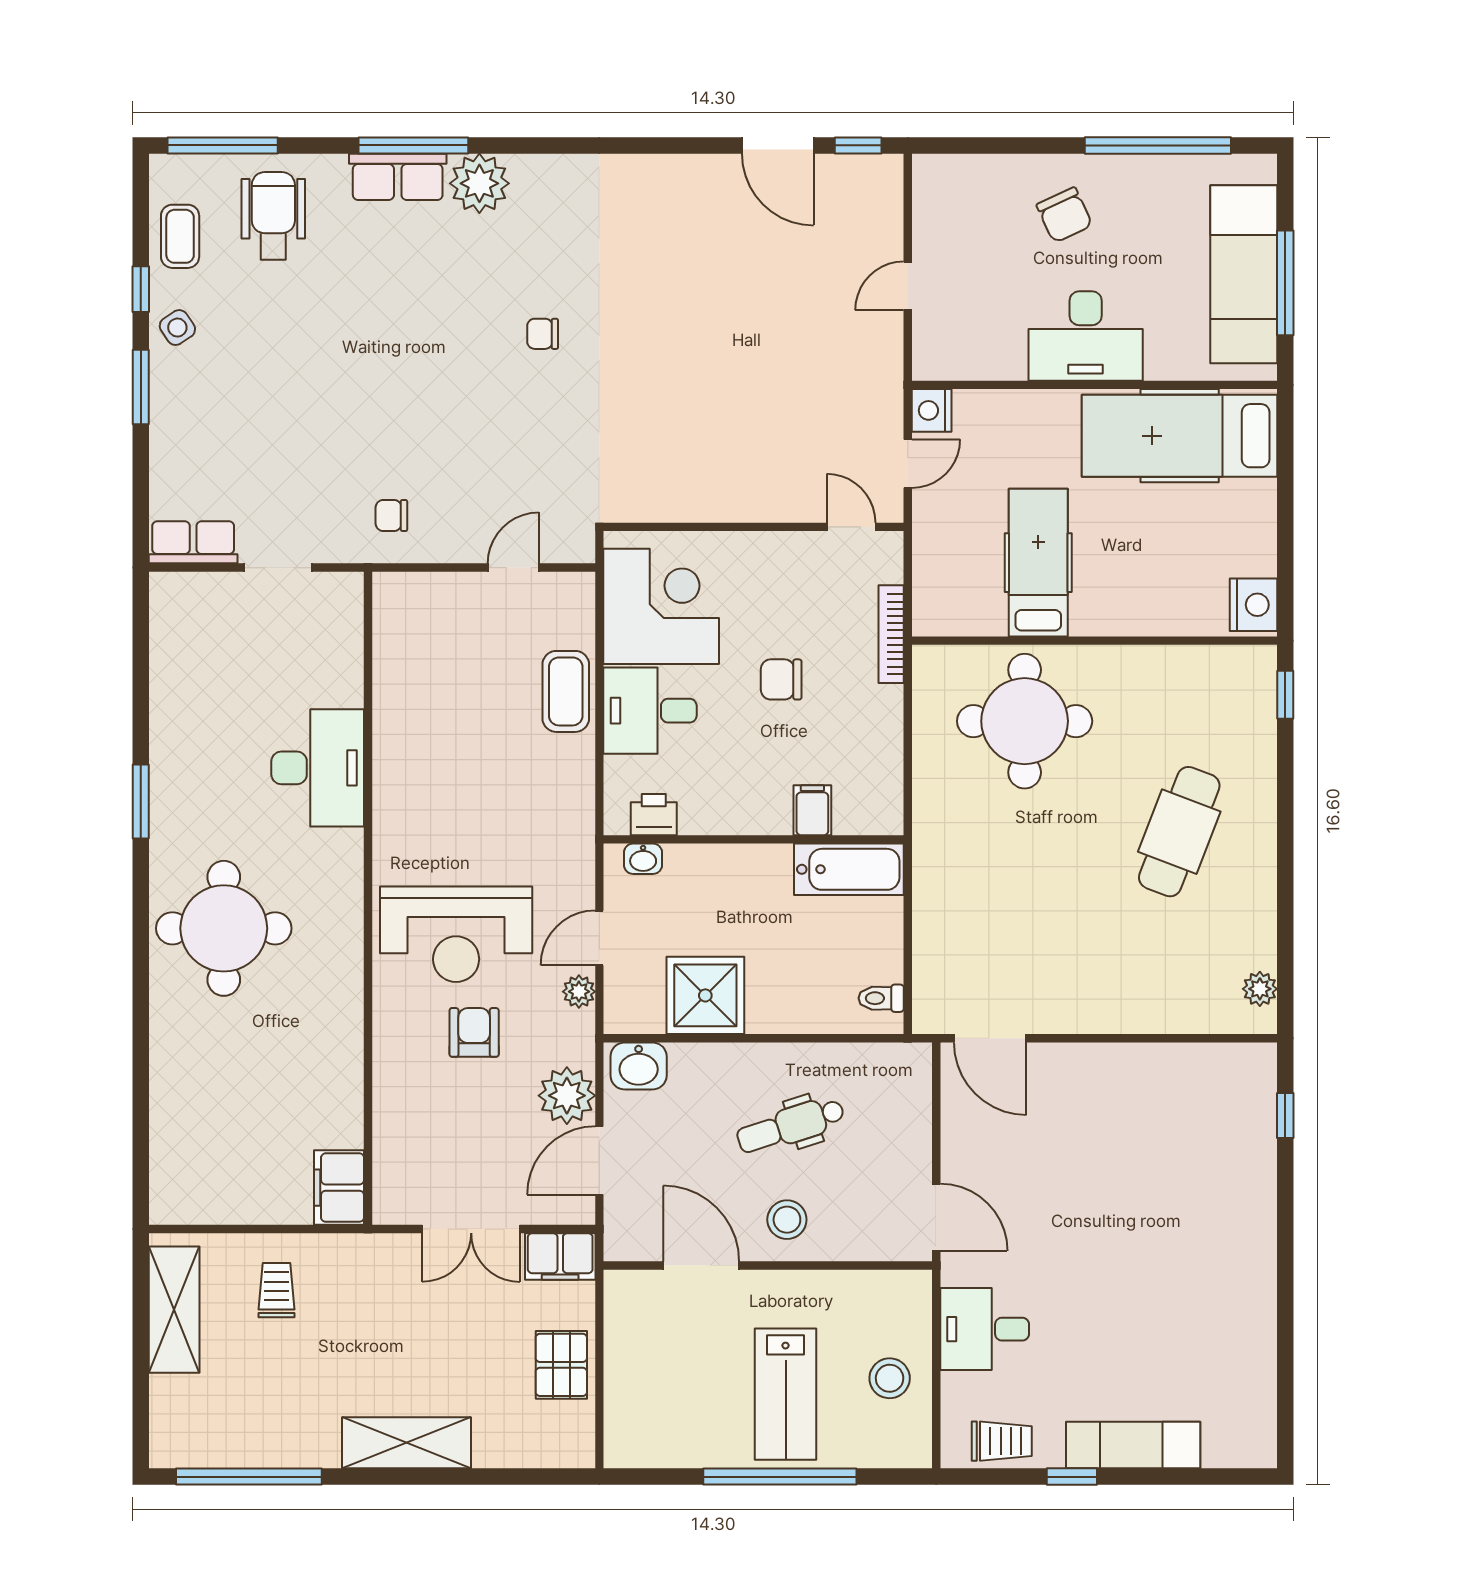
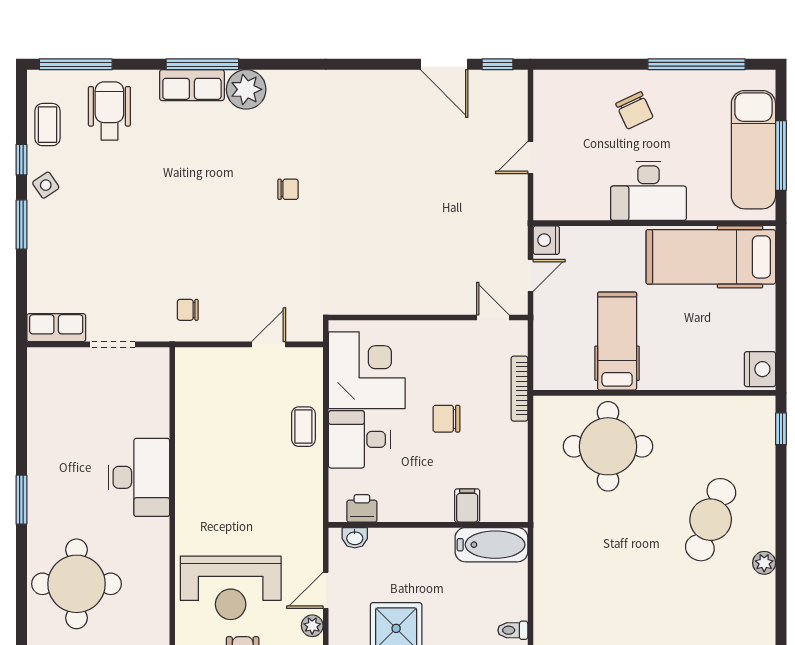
chair: (543, 334) -> (288, 189), turned 180
coffee table: (566, 691) -> (303, 427), width x0.73, depth x0.77
plant: (1260, 989) -> (764, 563), moved

